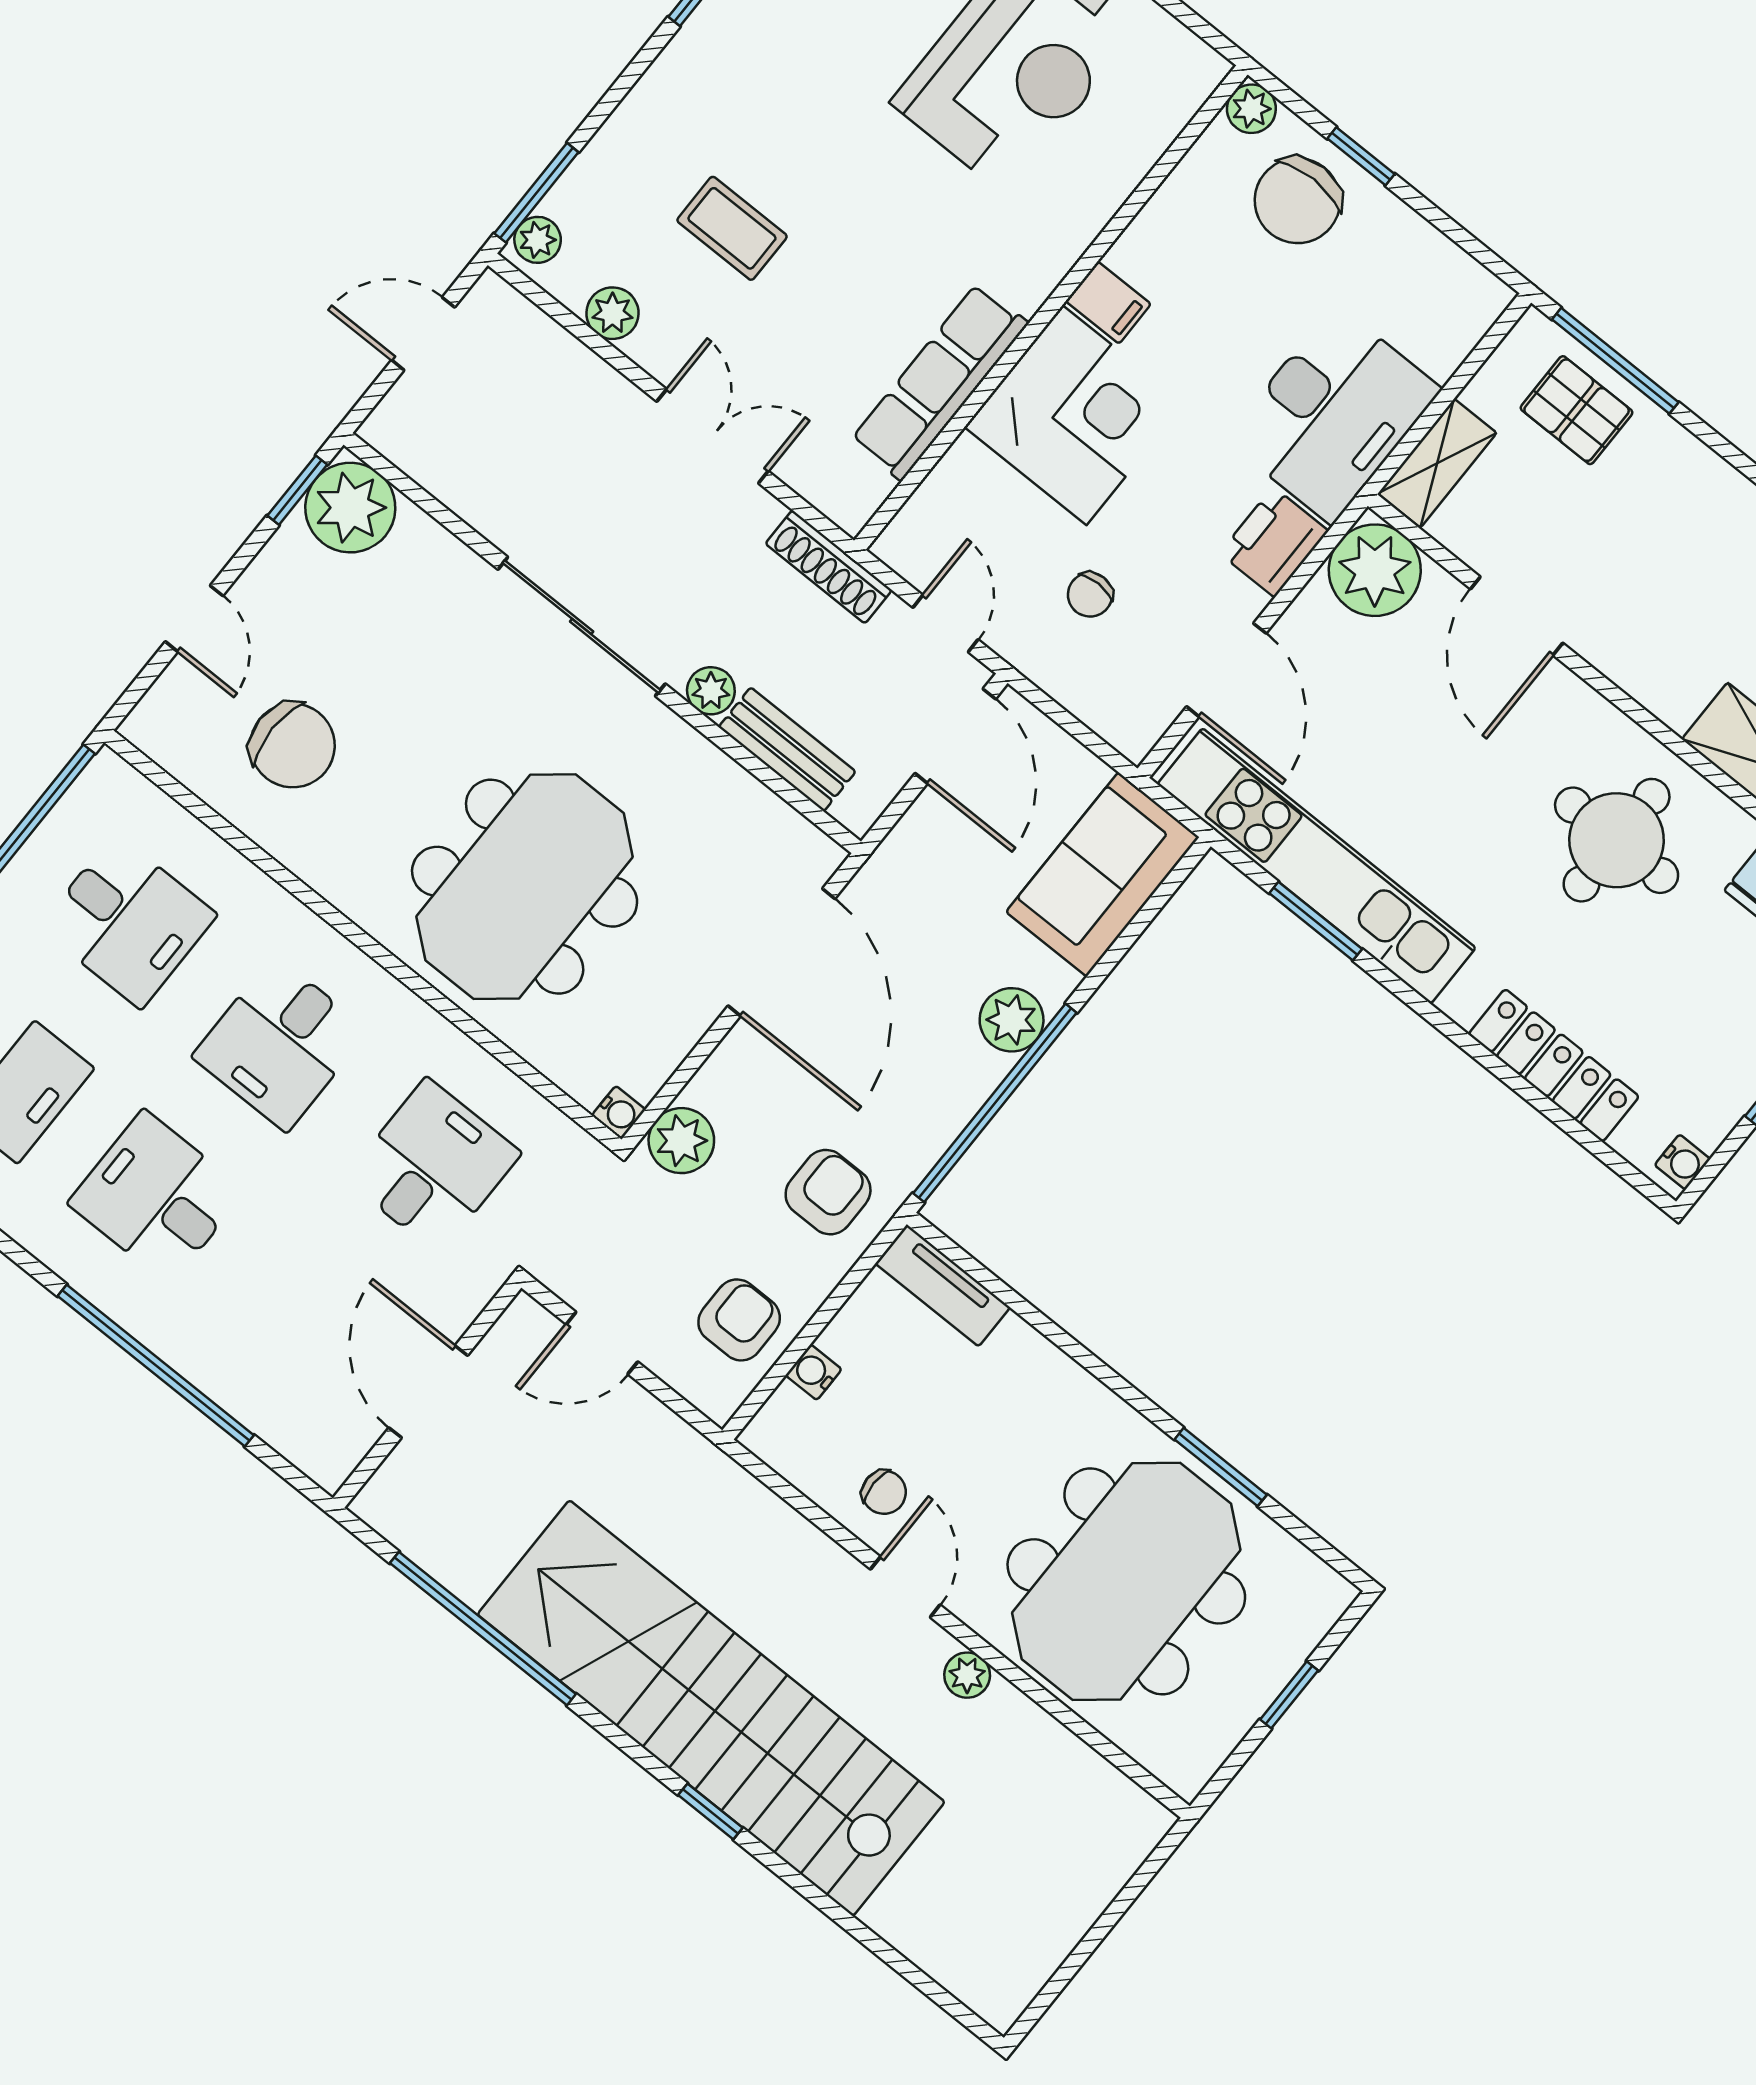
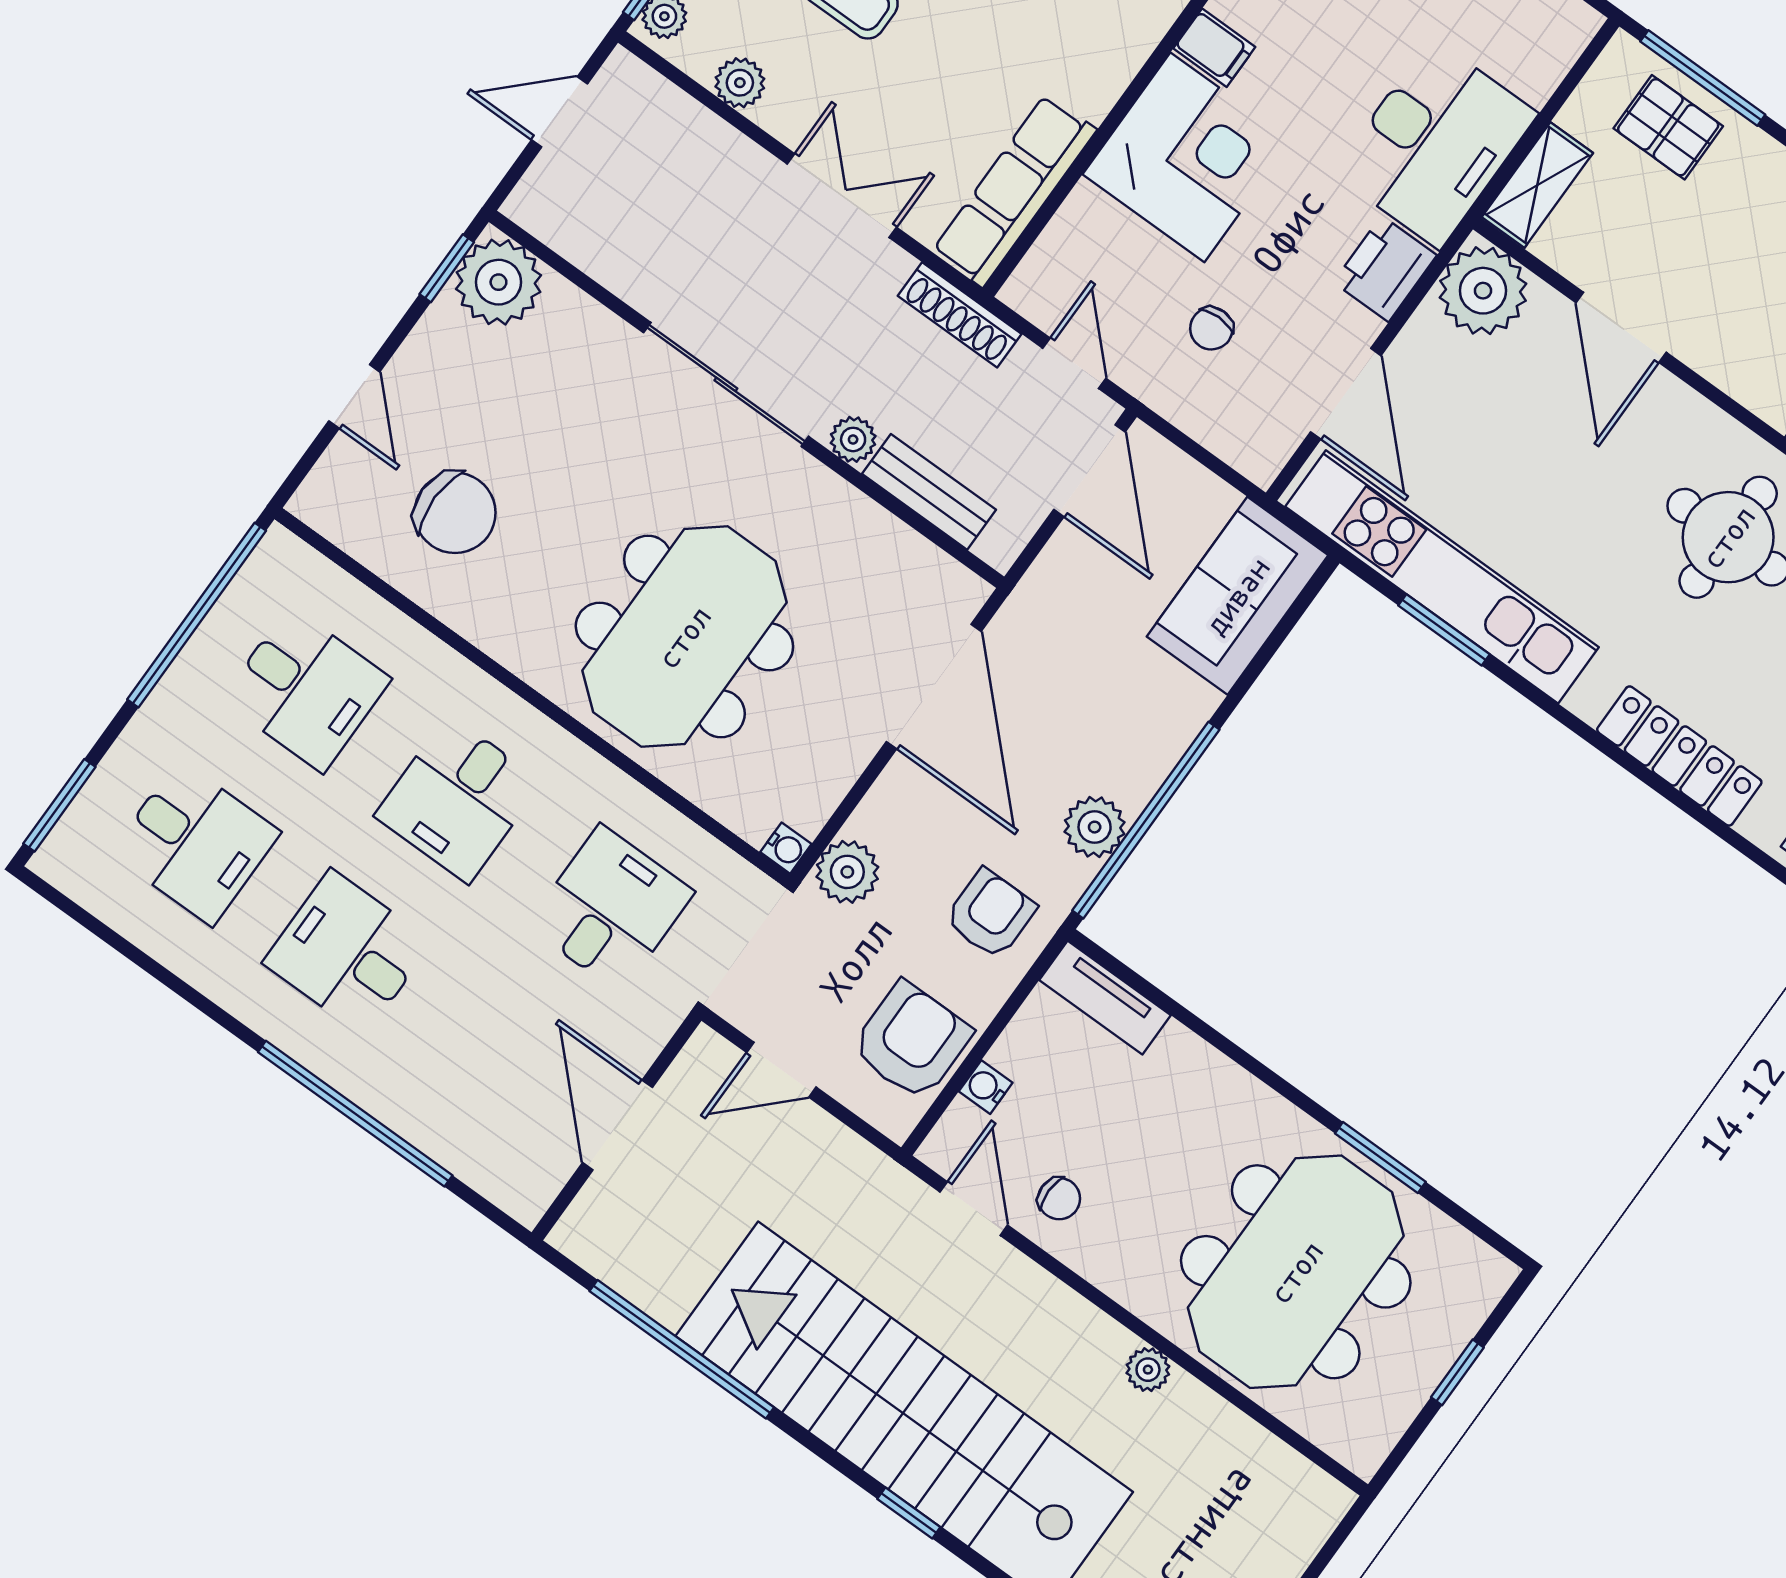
row of seats: (940, 382) -> (1014, 190), moved
plant: (1012, 1020) -> (1095, 827), moved
armchair: (739, 1320) -> (912, 1041), width x1.38, depth x1.38
door: (905, 1587) -> (974, 1209), moved

